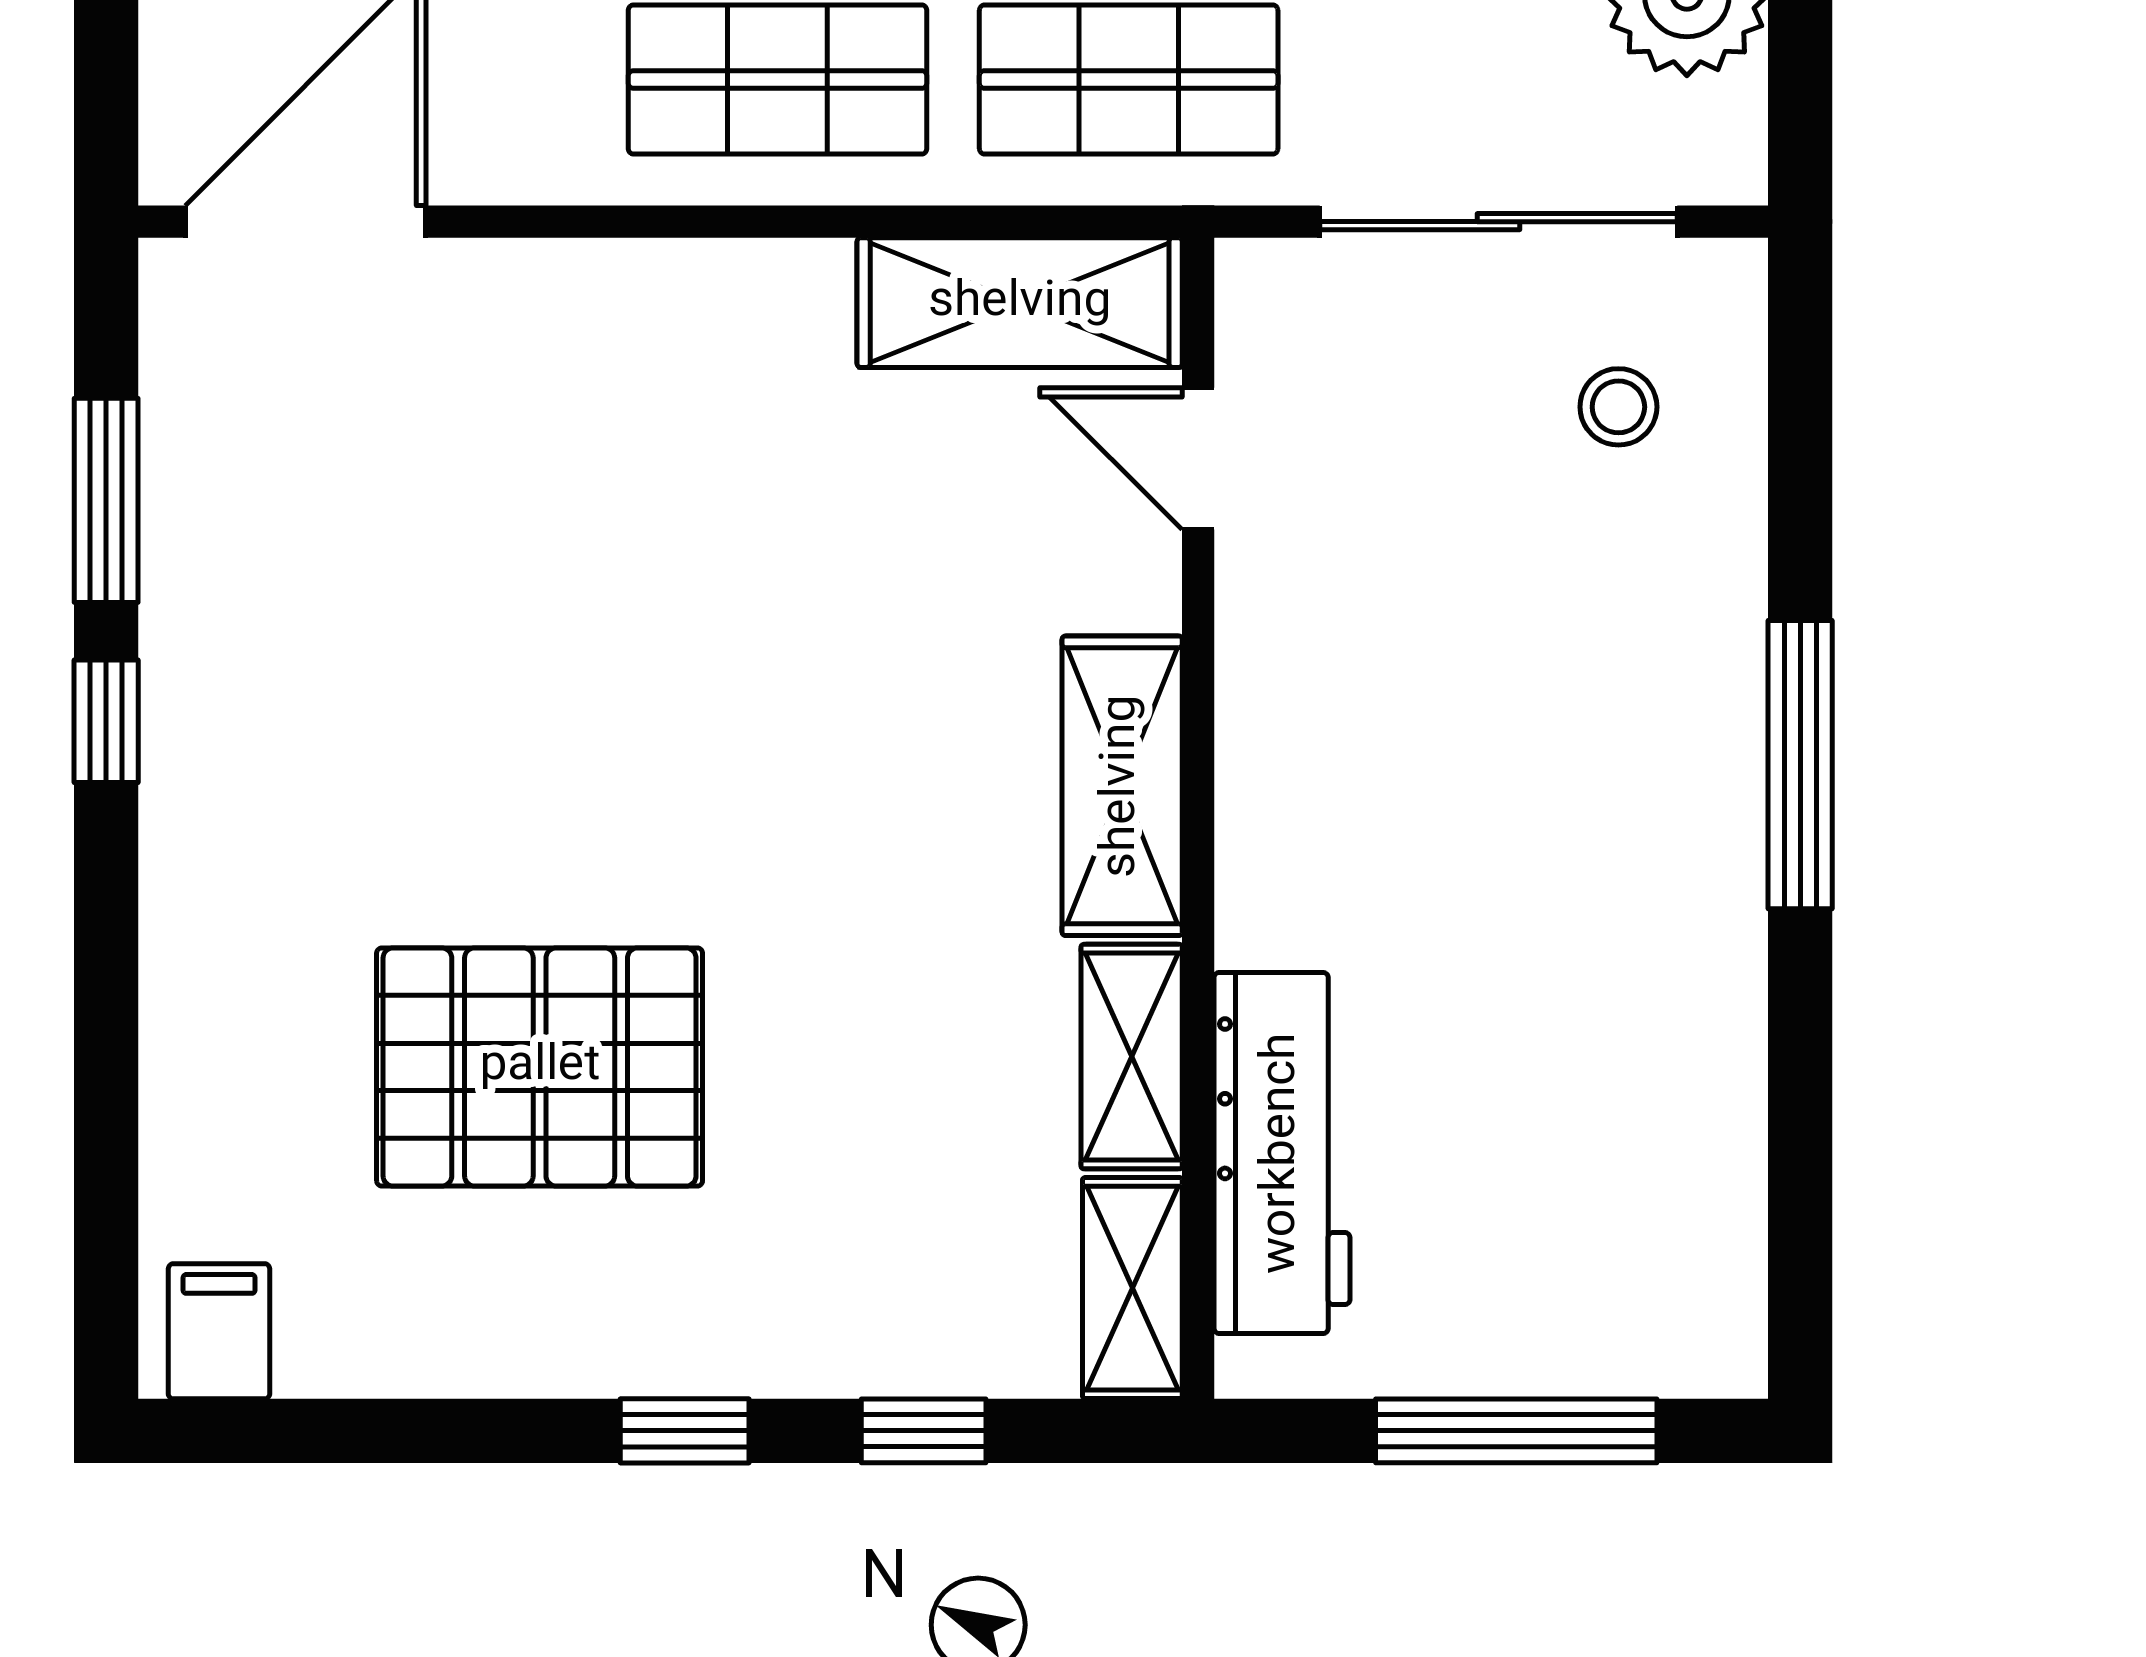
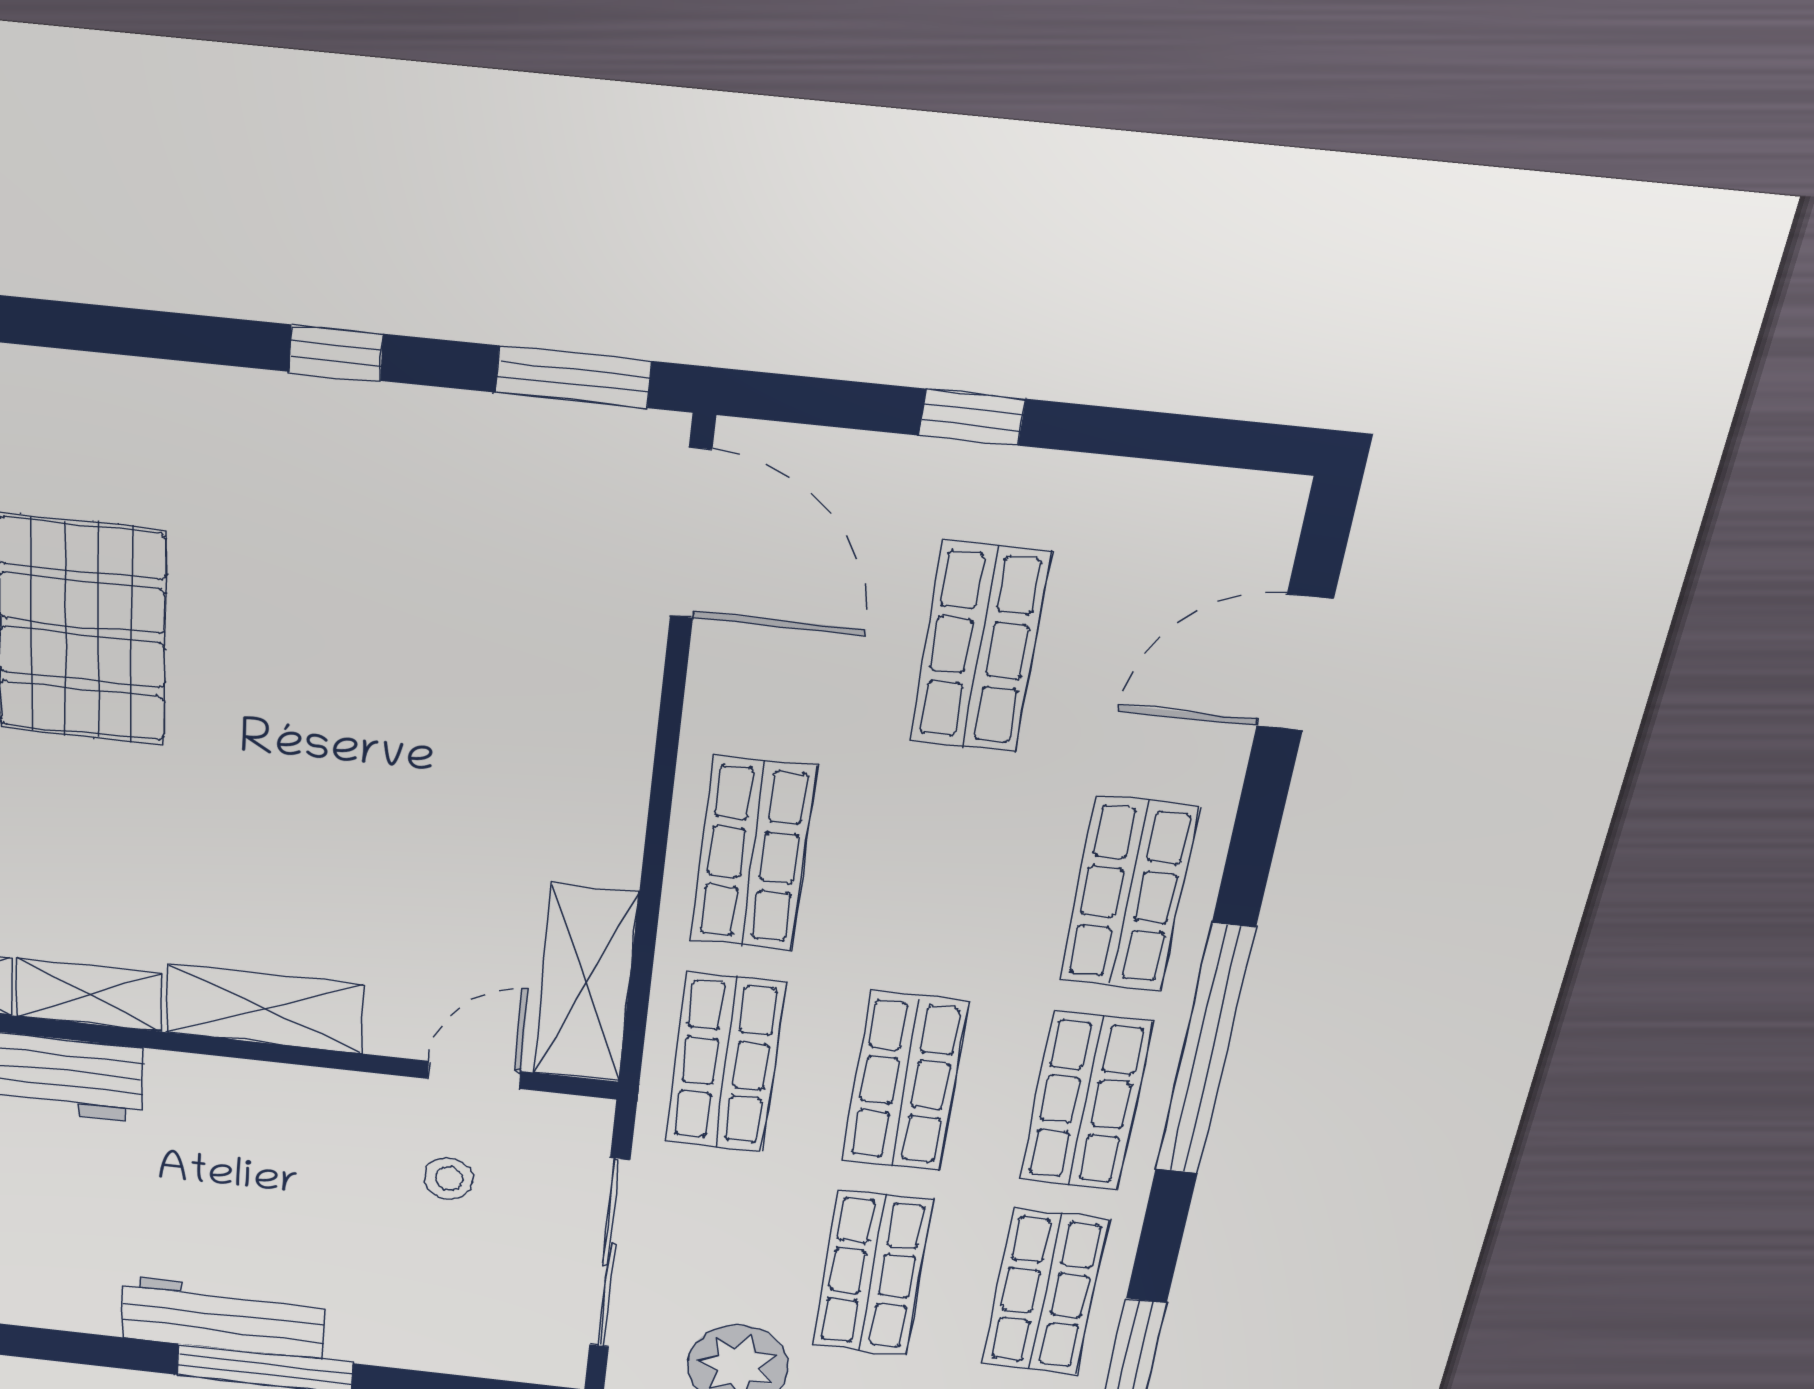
stool: (1618, 407) -> (449, 1179), moved
window: (106, 500) -> (573, 377), moved
workbench: (1706, 835) -> (224, 1318), added

